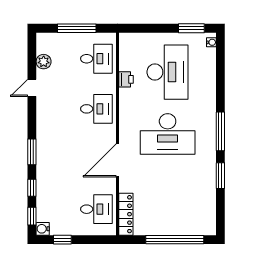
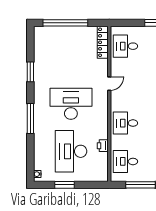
window: (191, 28) -> (64, 185), moved
window: (220, 131) -> (30, 119), moved
door: (118, 160) -> (109, 84), width x0.53

